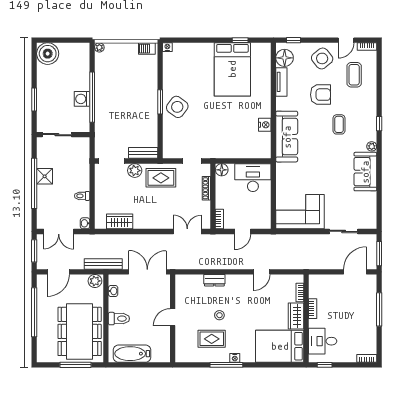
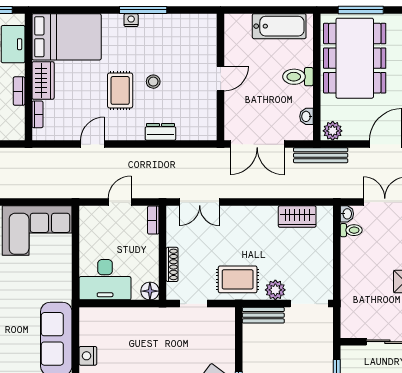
toilet: (82, 196) -> (351, 230), moved
rug: (212, 339) -> (120, 90), moved, turned 90

